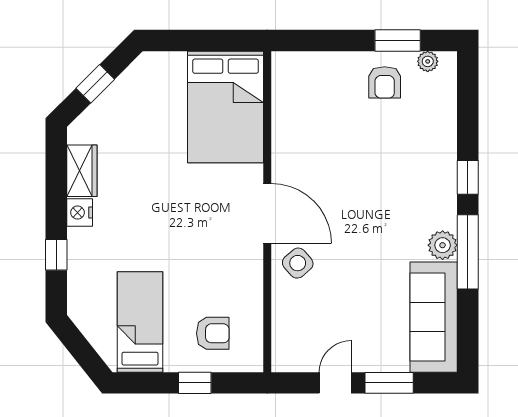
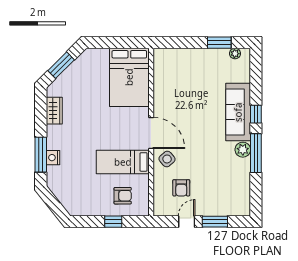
armchair: (385, 82) -> (181, 188), moved
window: (95, 84) -> (61, 65), width x1.50
nightstand: (80, 213) -> (53, 158), moved
window: (56, 255) -> (41, 155), width x2.17
sofa: (434, 317) -> (238, 112), moved
bed: (140, 322) -> (123, 162), moved, turned -90

